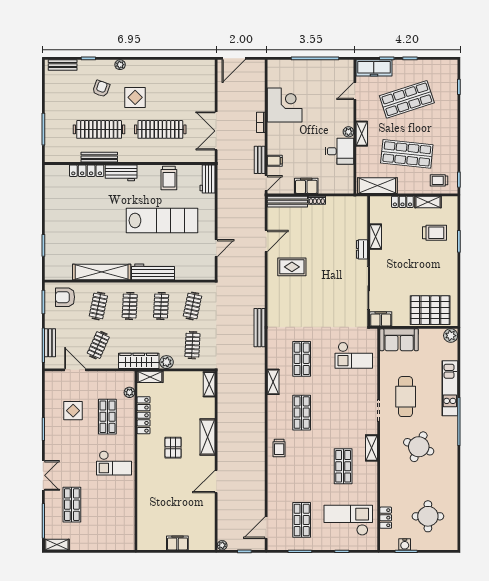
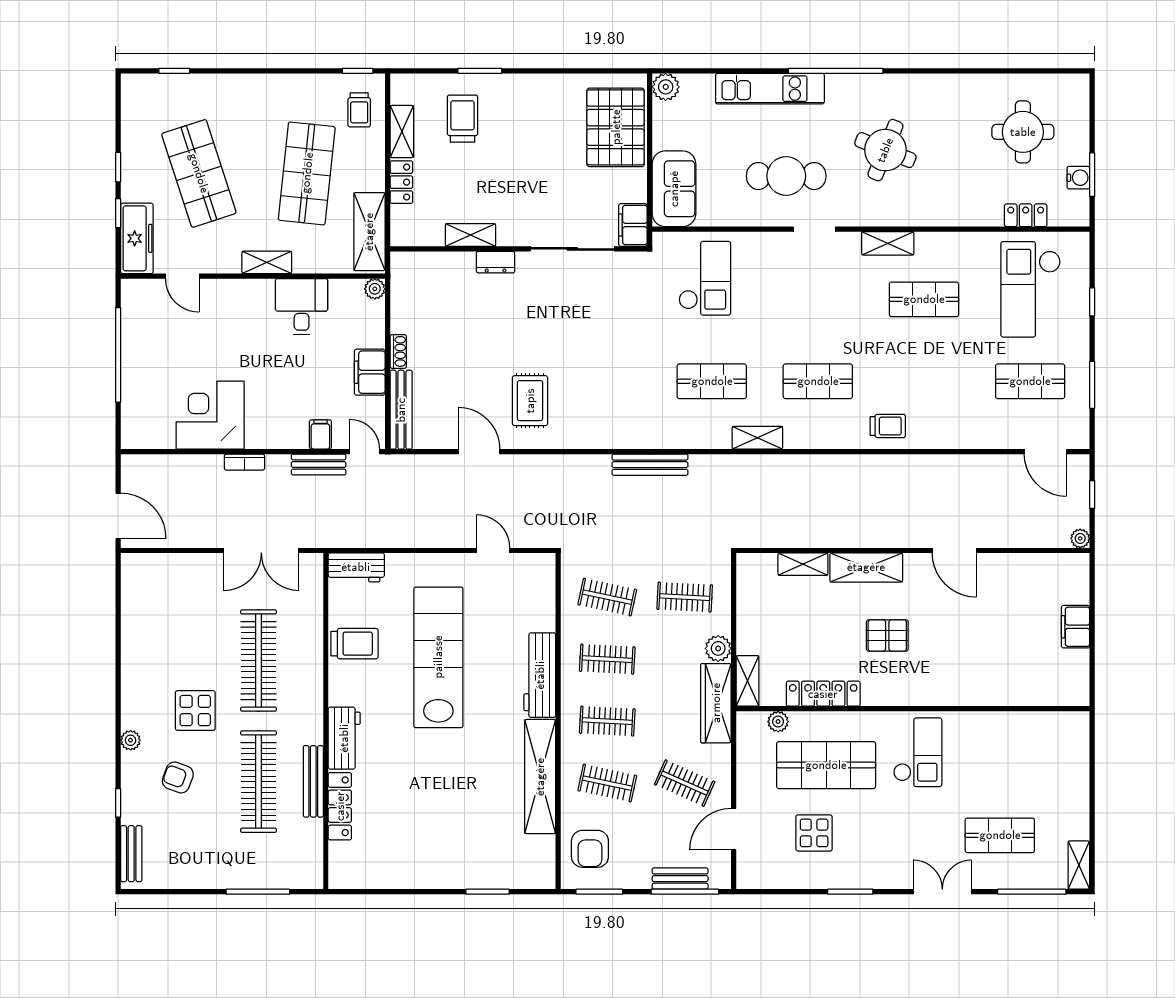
plant: (348, 132) -> (375, 289), moved
shelving: (209, 384) -> (803, 564), moved
shop shelf: (107, 417) -> (826, 765), width x1.43, depth x1.36

